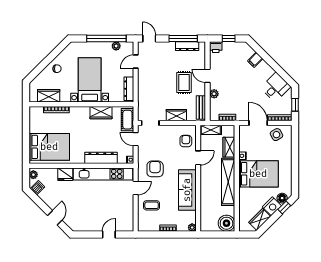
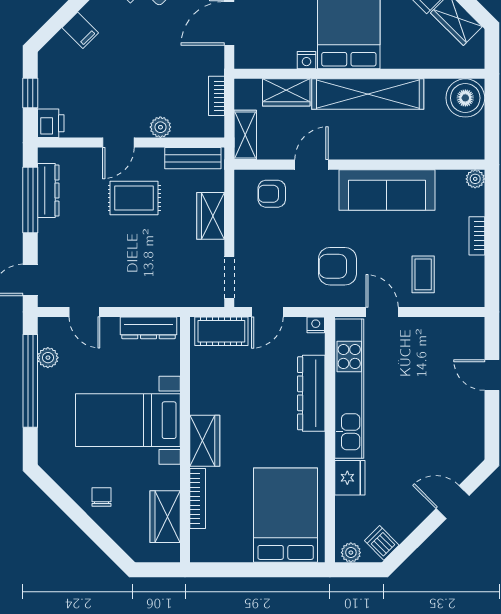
wardrobe: (101, 113) -> (205, 441), moved
door: (198, 158) -> (312, 165), hinge flipped

